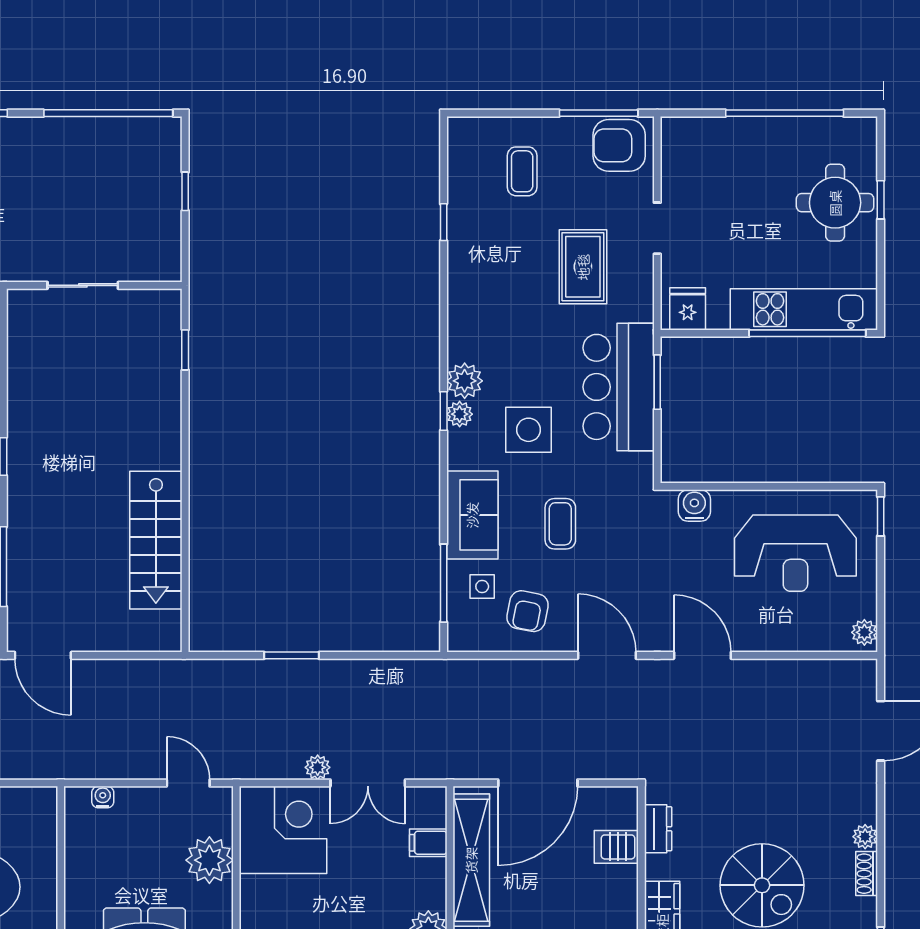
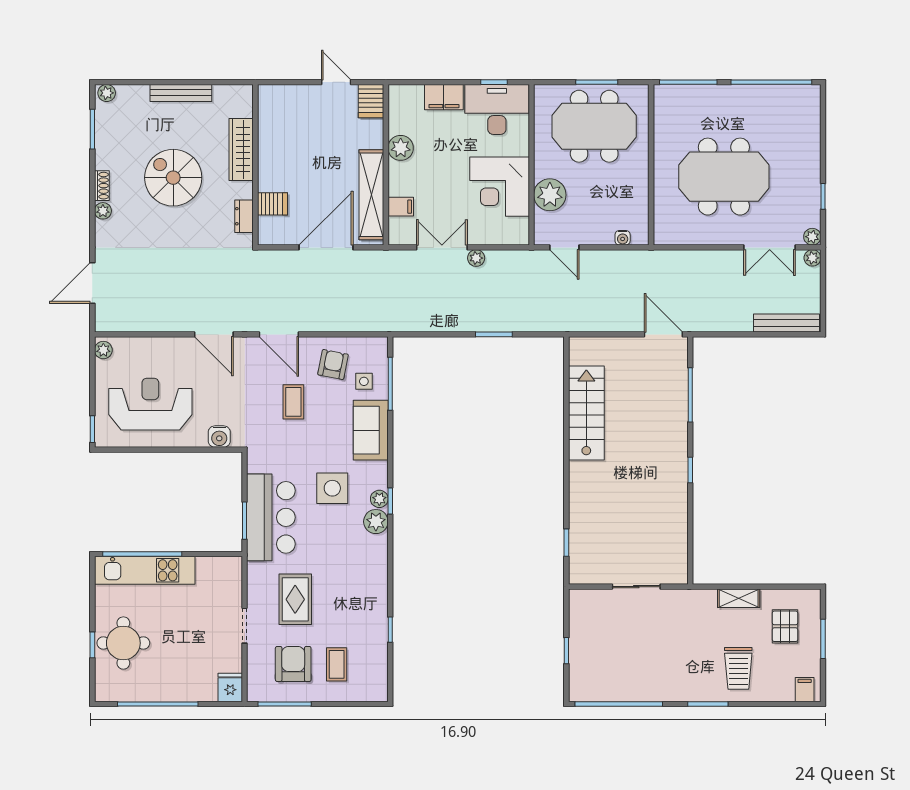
armchair: (619, 145) -> (293, 664), moved, turned -90
fridge: (688, 309) -> (230, 687), moved, turned 180
coffee table: (560, 524) -> (293, 402), moved
corner desk: (283, 830) -> (500, 187), moved

